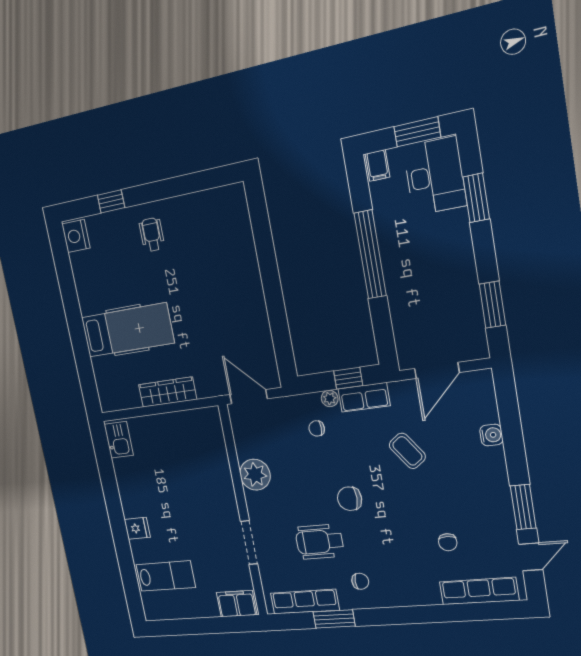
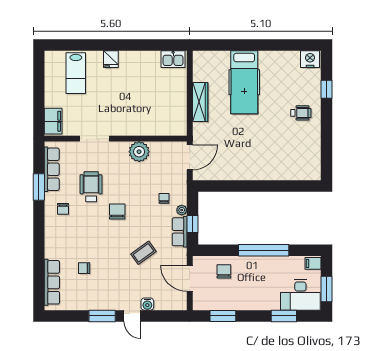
chair: (416, 315) -> (224, 271), added
door: (531, 557) -> (132, 316), moved

